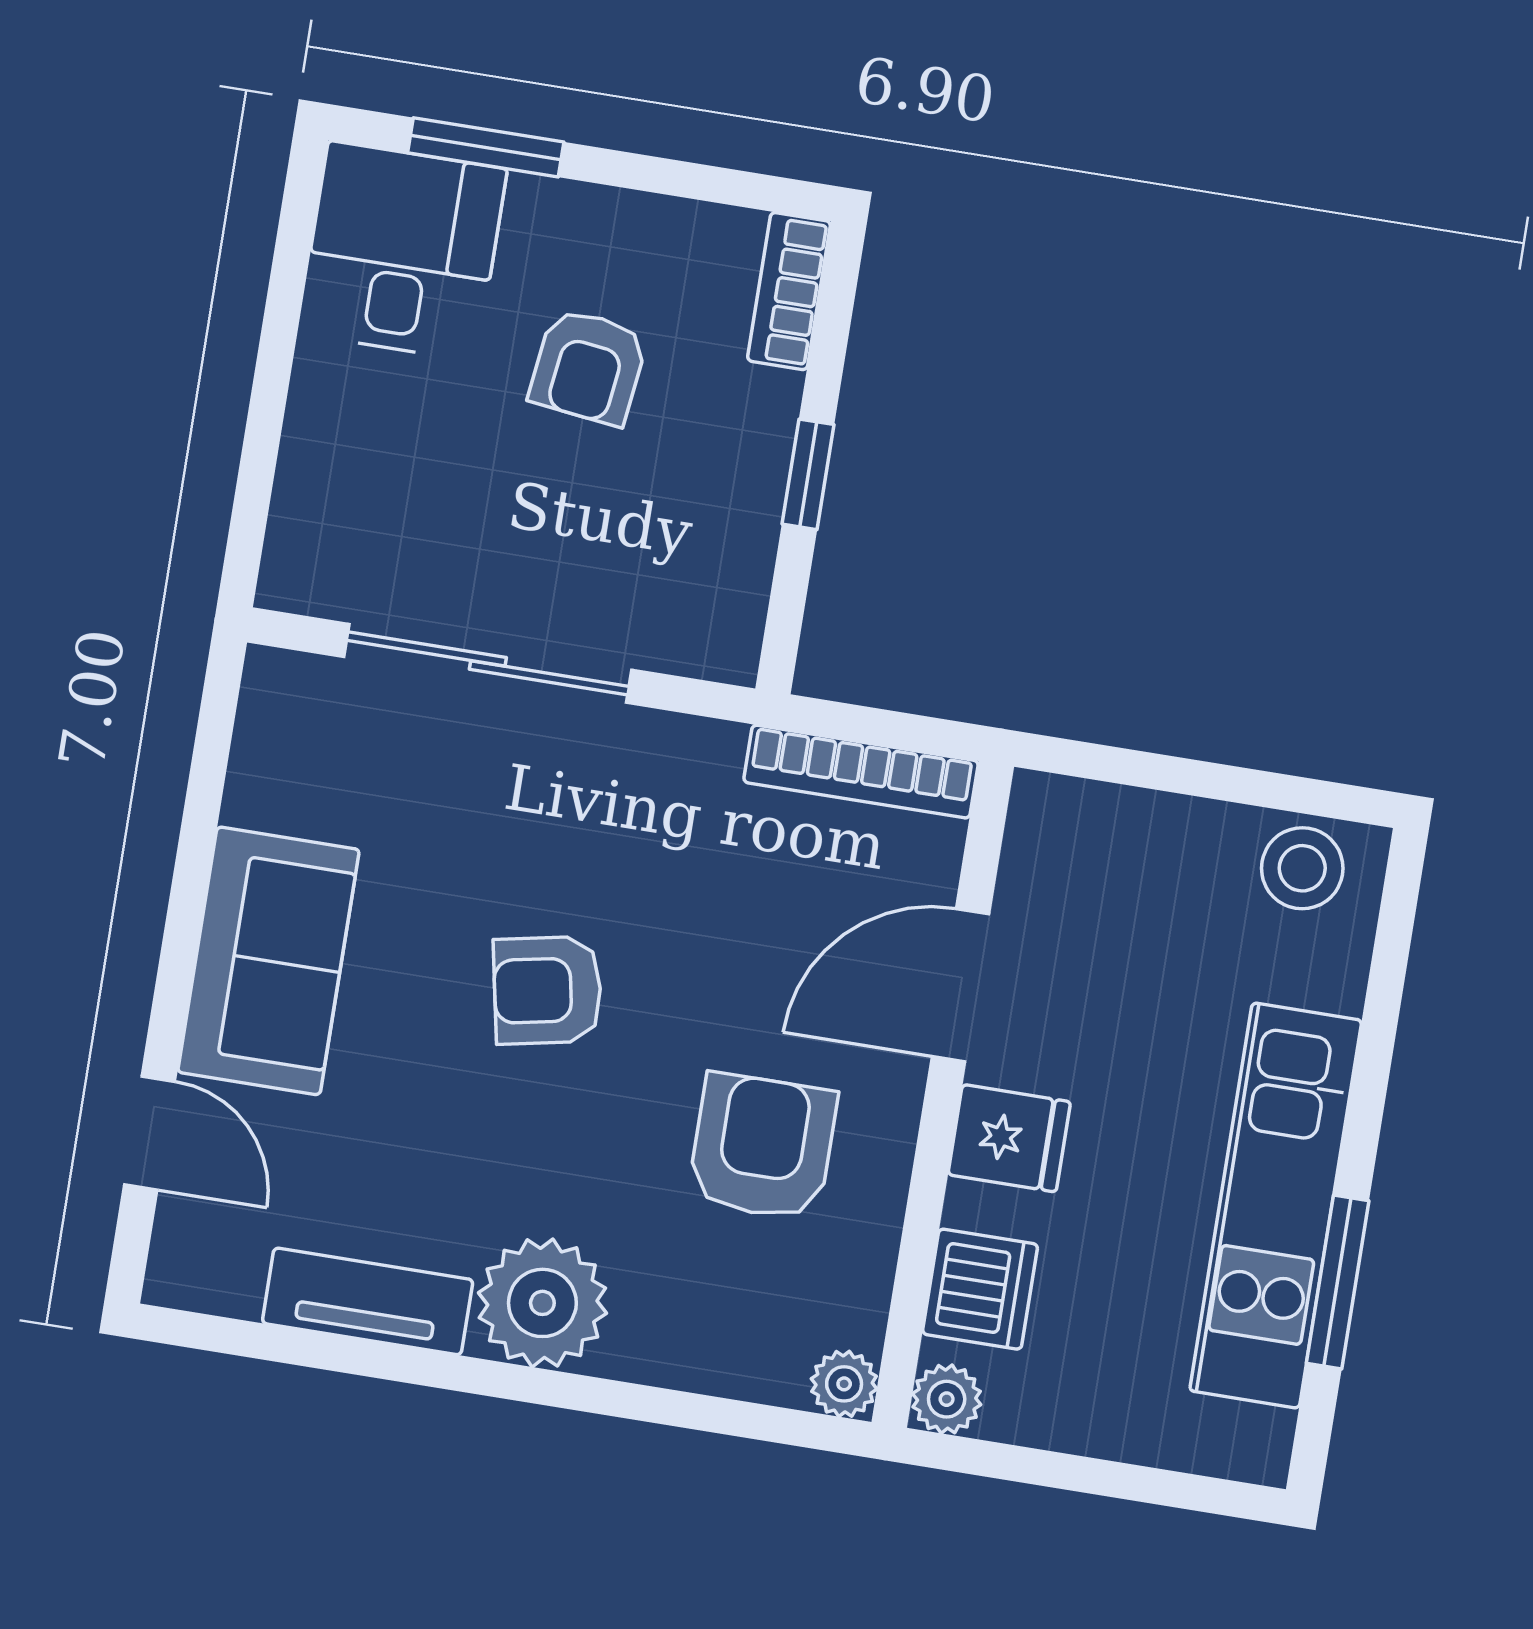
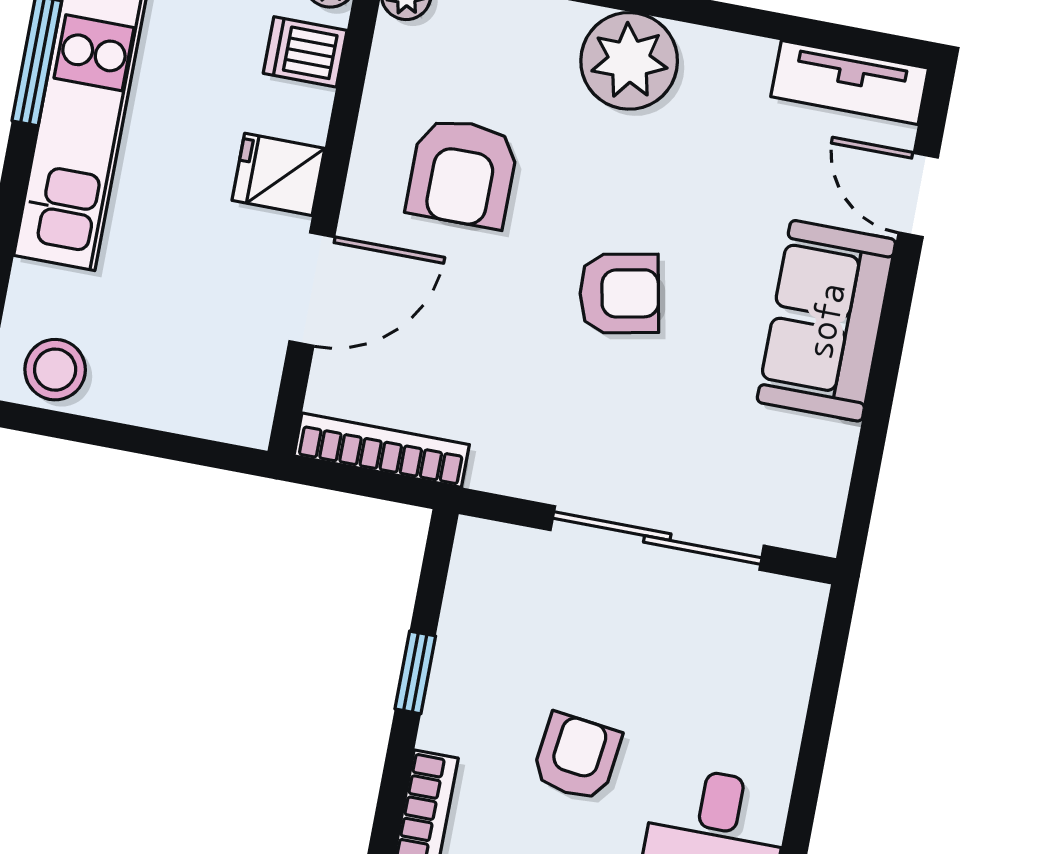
dishwasher: (980, 1289) -> (305, 52), width x0.73
tv unit: (368, 1301) -> (850, 82), moved

